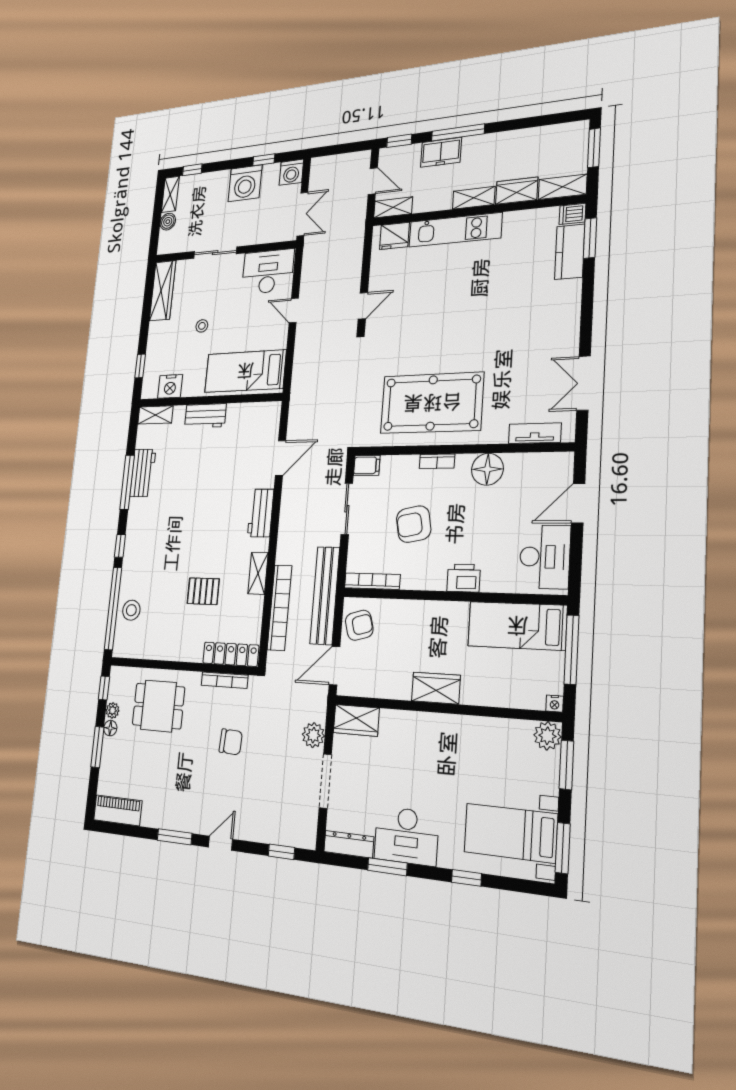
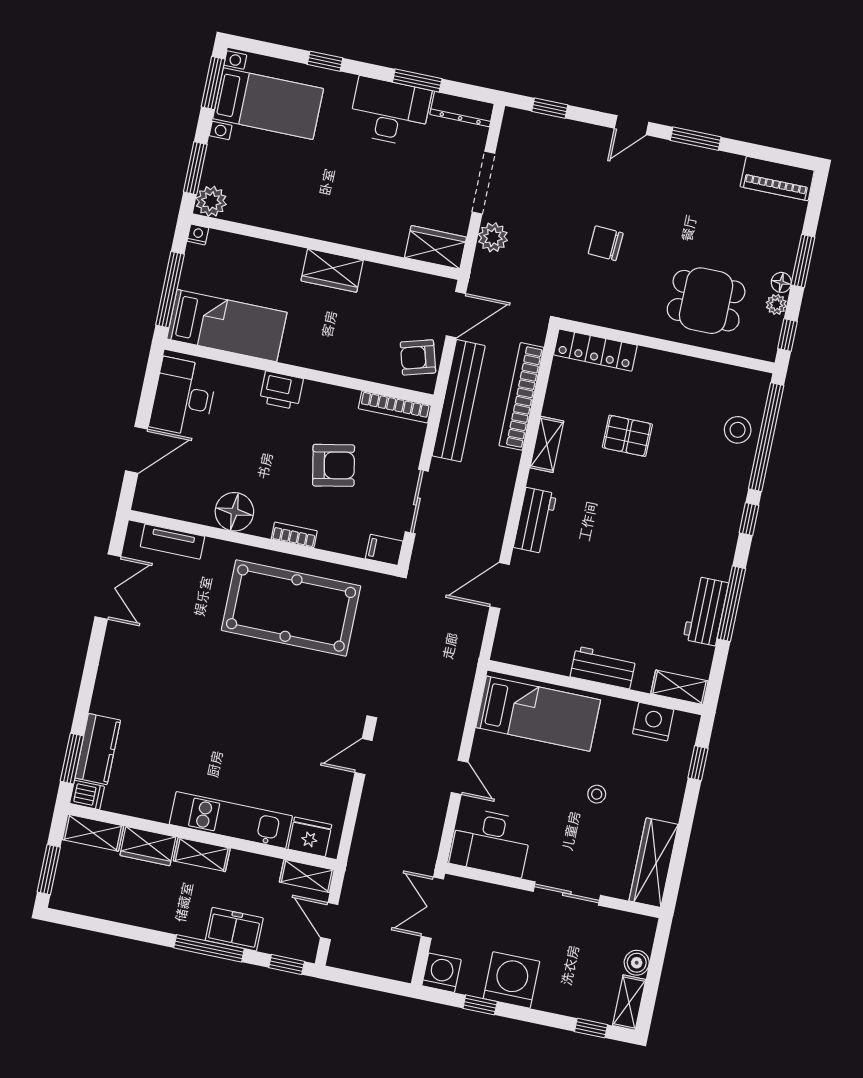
bookcase: (224, 680) -> (607, 319), removed

